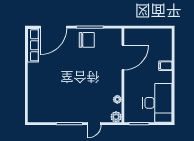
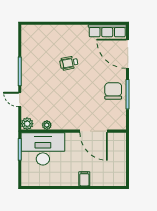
chair: (87, 40) -> (113, 91), turned 180
wheelchair: (62, 80) -> (69, 63), added
desk: (157, 103) -> (43, 149), moved, turned 180

